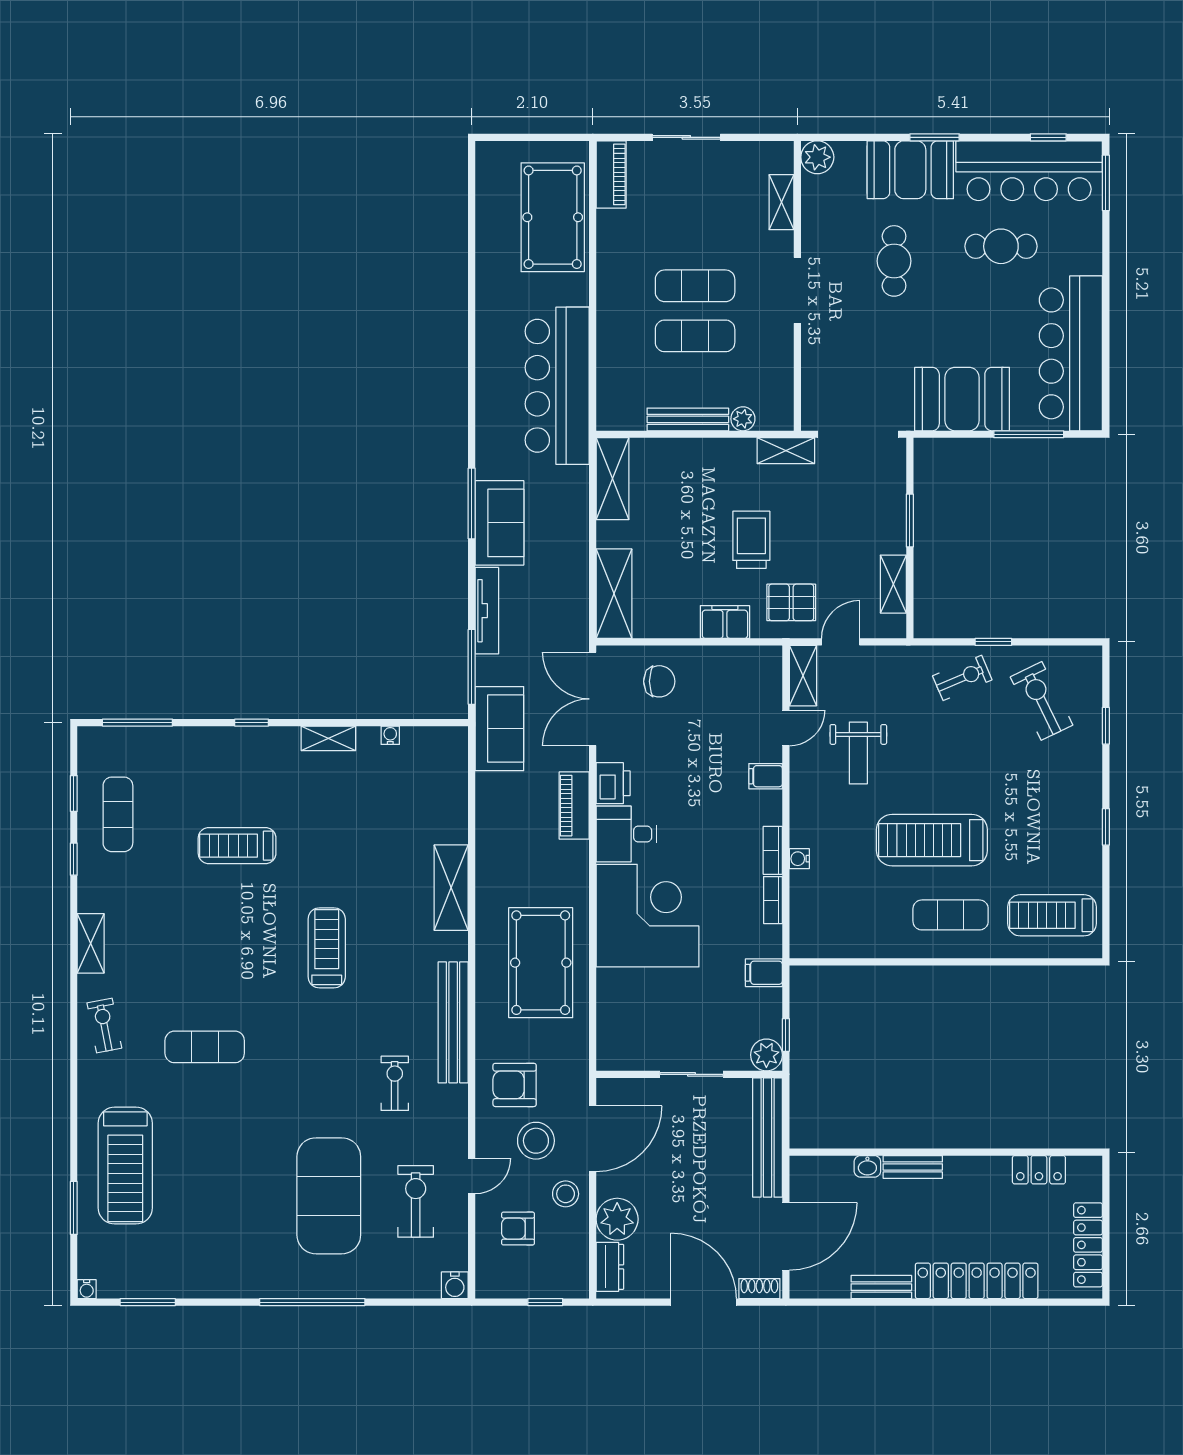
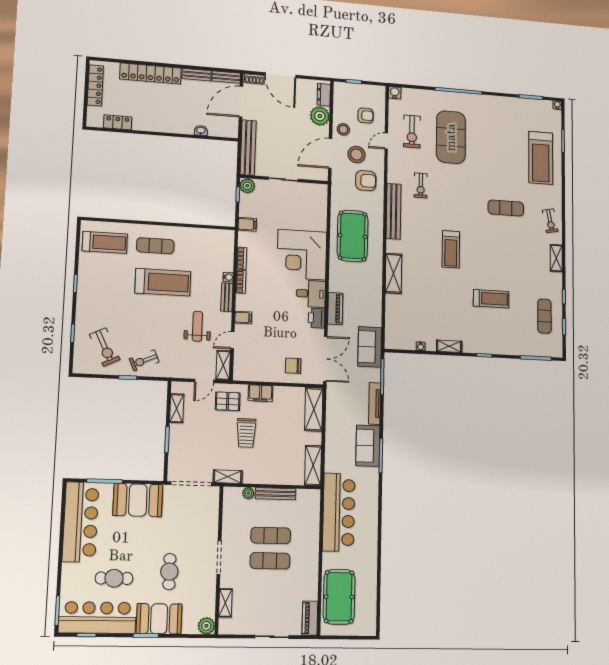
bench: (801, 817) -> (227, 297), added
treadmill: (125, 1166) -> (541, 158), turned 180
bench: (913, 1167) -> (226, 77), moved

